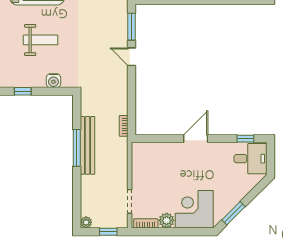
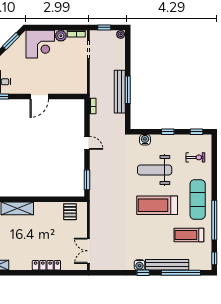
weight bench: (41, 40) -> (155, 170), width x1.36, depth x1.33
door: (131, 57) -> (87, 143), moved

